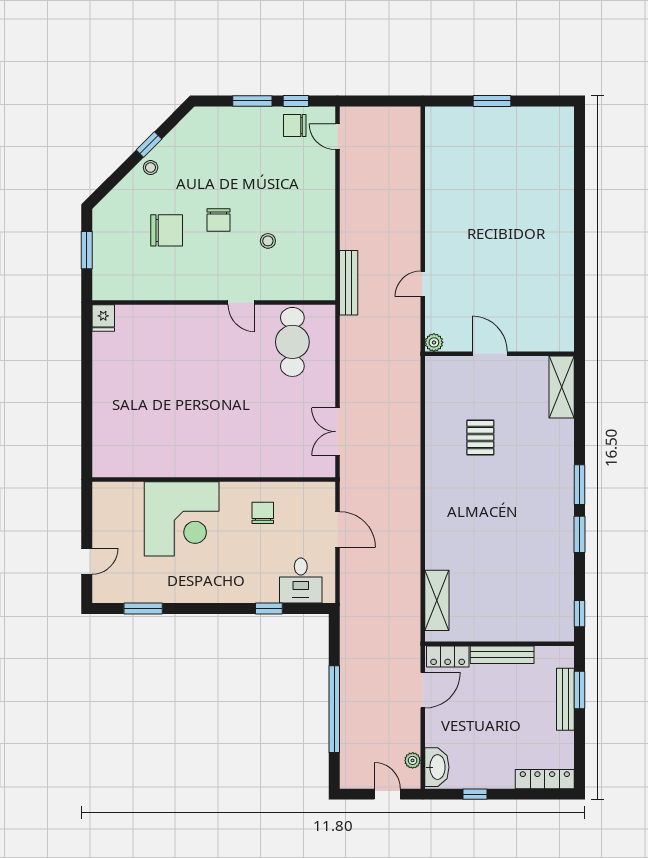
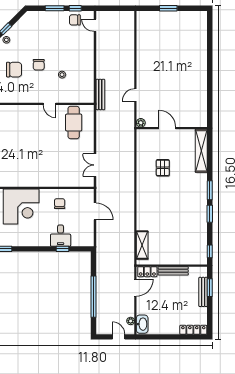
shelving: (562, 387) -> (201, 151), width x1.47
desk: (301, 581) -> (61, 236), moved
window: (475, 794) -> (160, 337), removed

